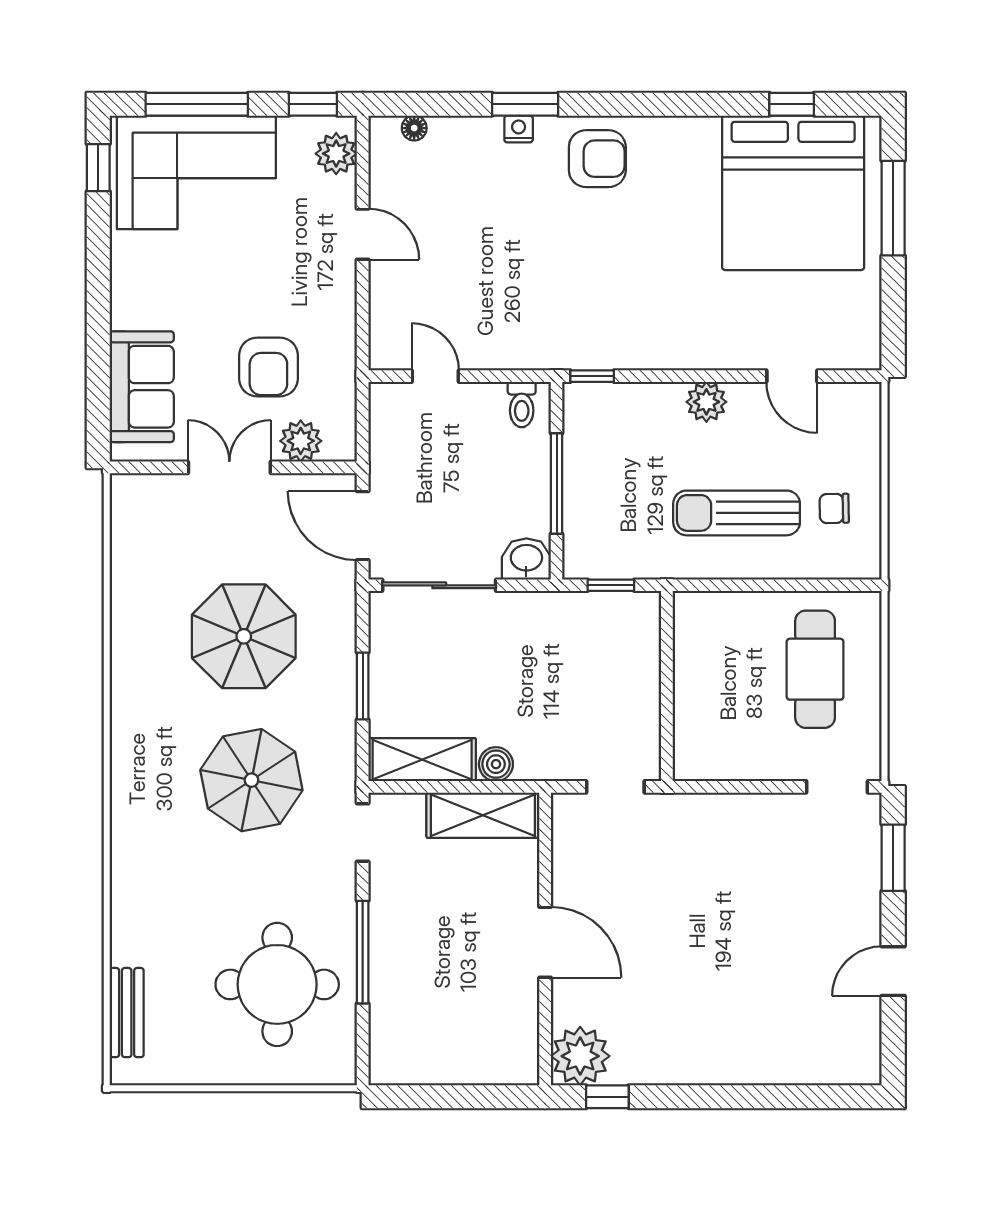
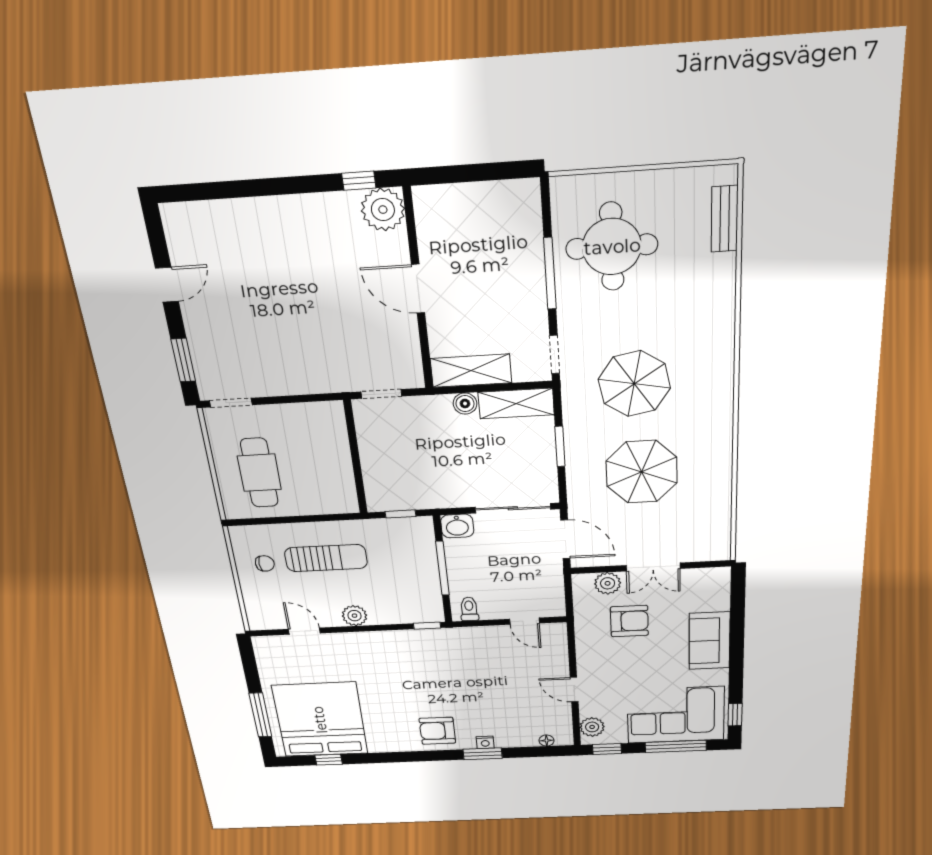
armchair: (268, 367) -> (629, 621), turned 90
sofa: (142, 387) -> (709, 641), moved

